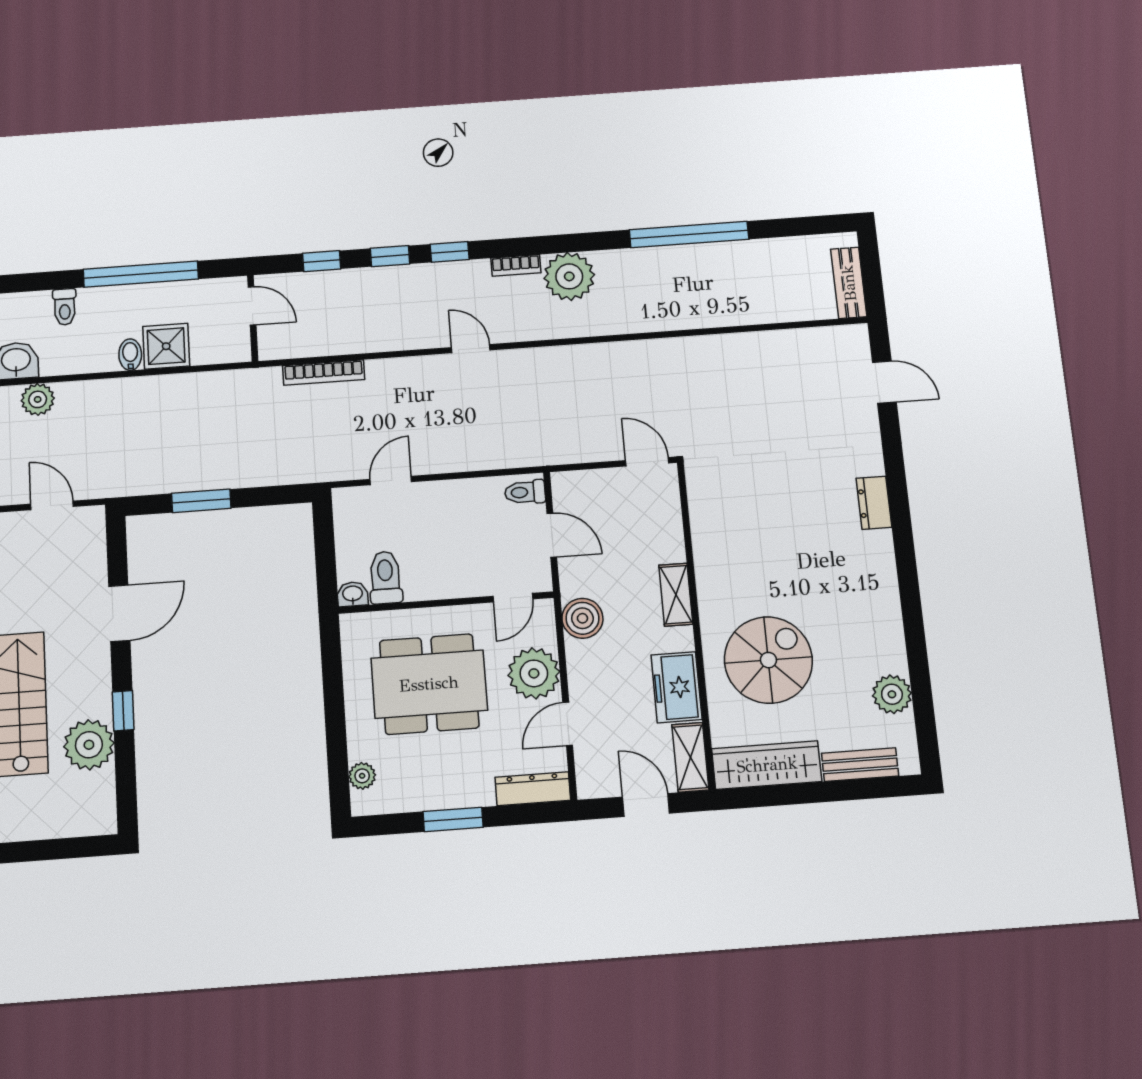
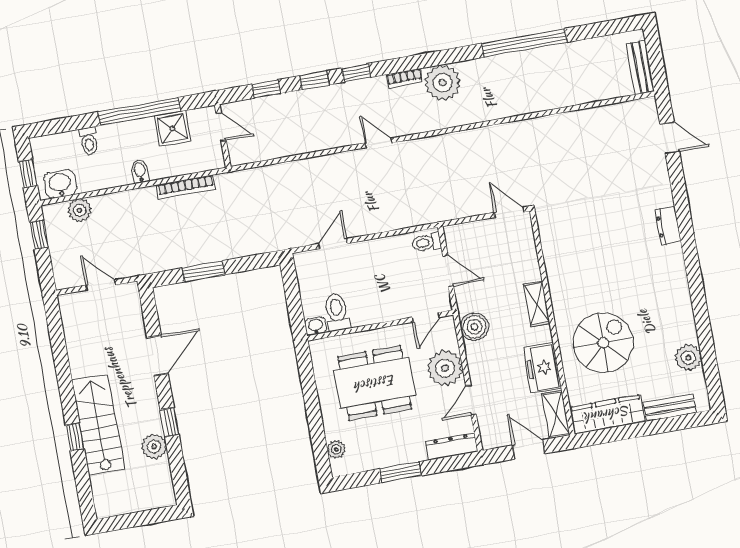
shower: (166, 346) -> (172, 129), moved
bookcase: (324, 373) -> (186, 187), moved
plant: (89, 745) -> (154, 447), width x0.73, depth x0.73

